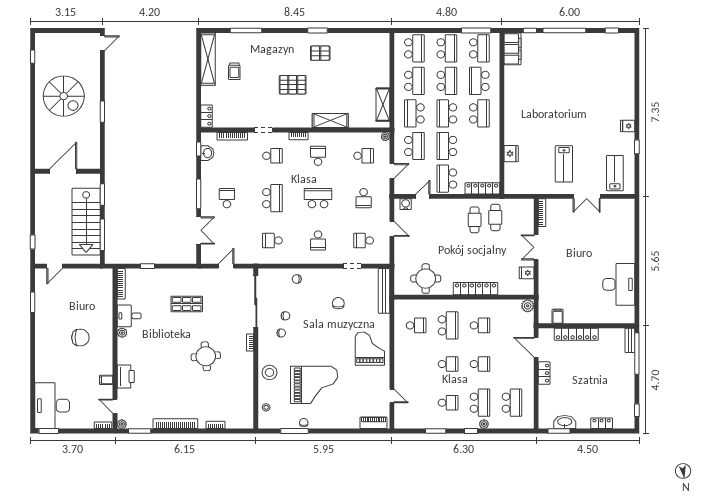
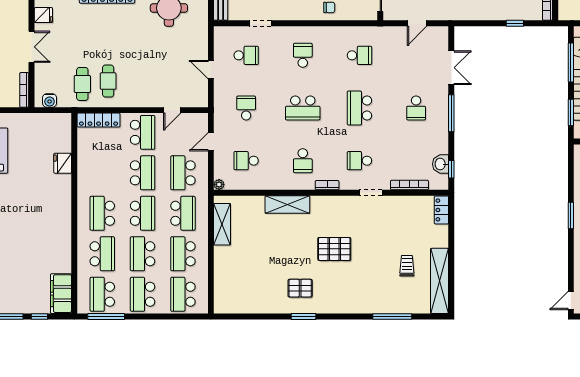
water cooler: (406, 204) -> (50, 100), moved
double door: (199, 230) -> (451, 68), swing flipped

